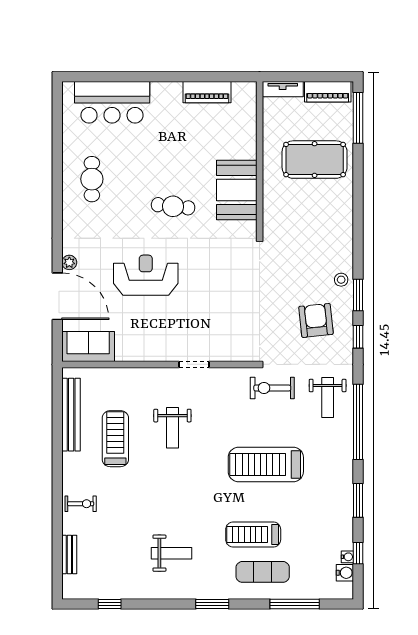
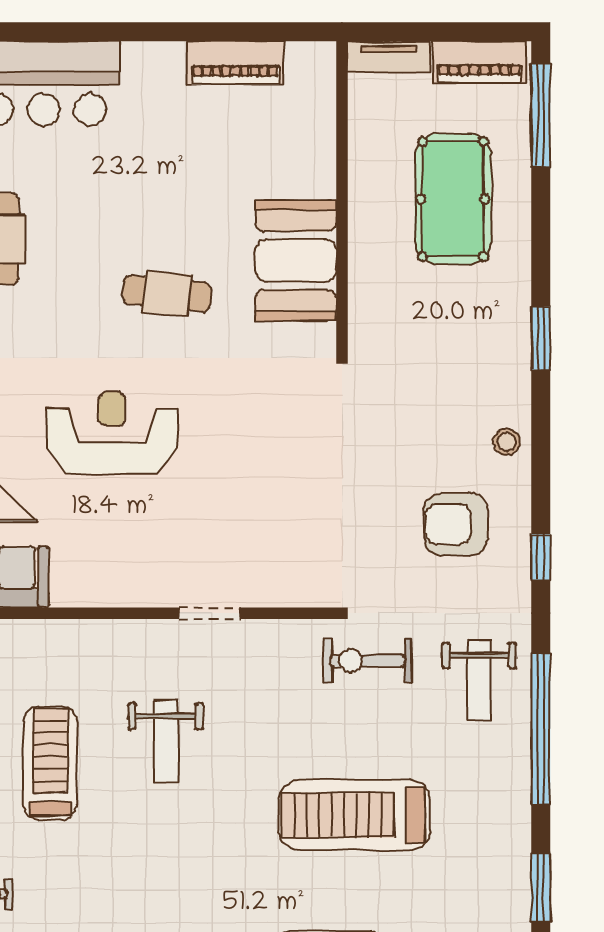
pool table: (315, 160) -> (453, 199), turned 90
window: (358, 295) -> (541, 338), moved
armchair: (316, 320) -> (456, 524), turned -85

